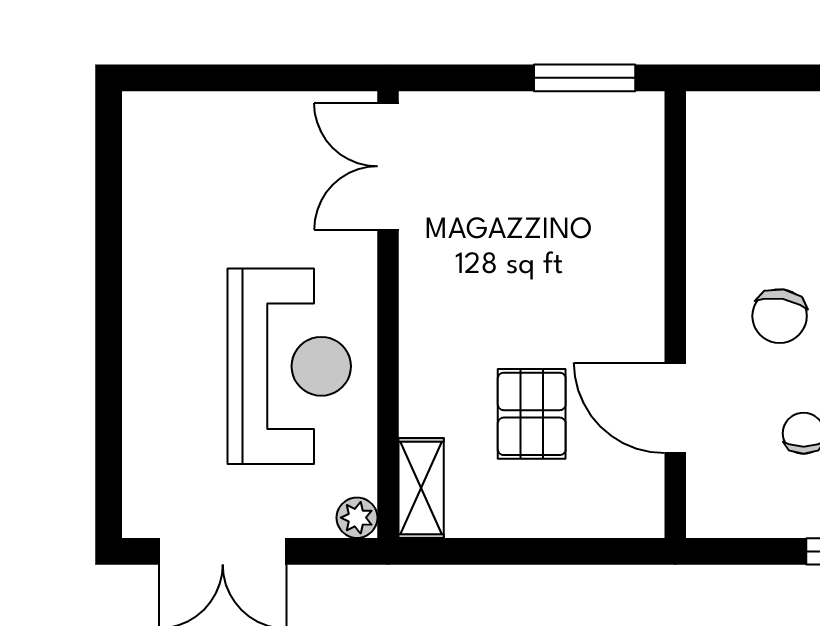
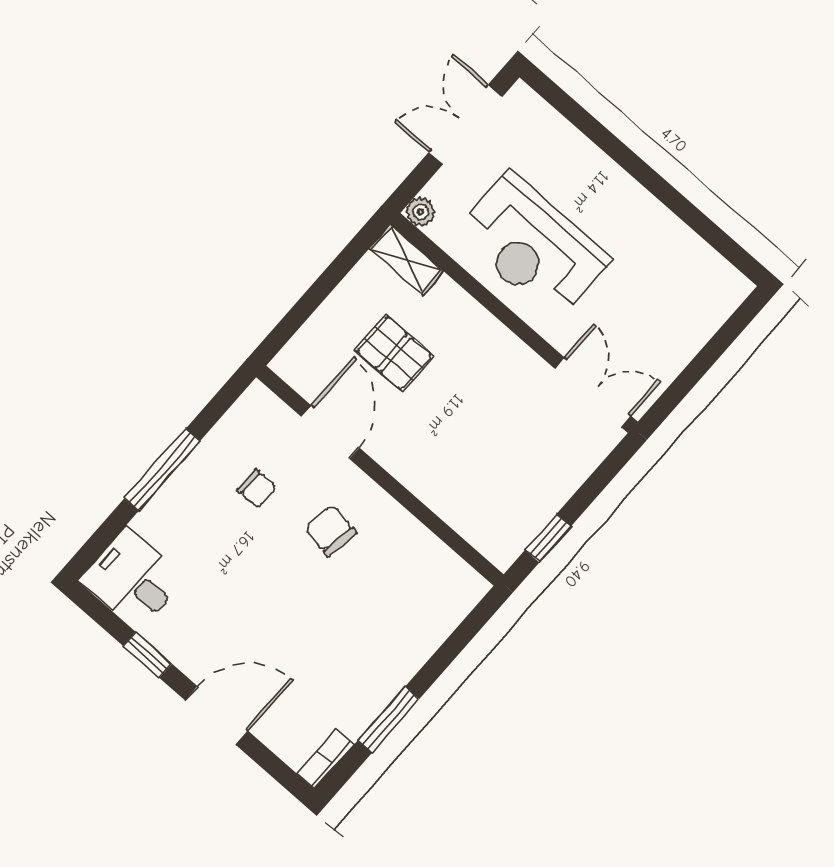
window: (585, 78) -> (548, 538), width x0.67
door: (675, 408) -> (330, 432), hinge flipped

